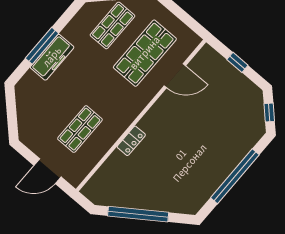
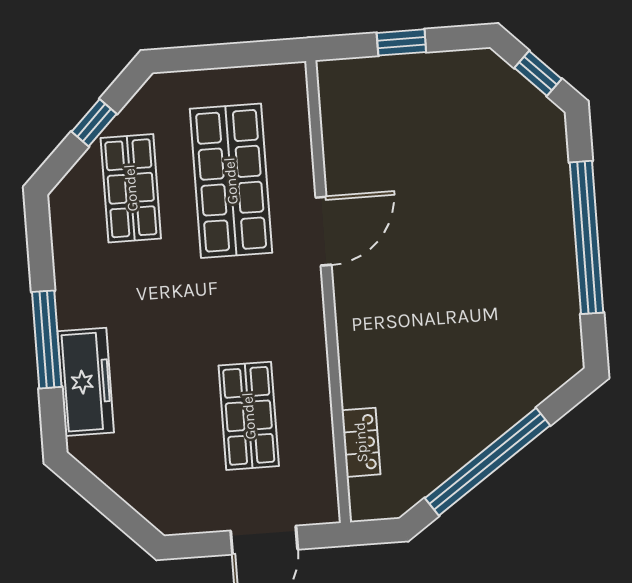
freezer: (52, 57) -> (86, 382), moved
door: (175, 76) -> (324, 231), moved
locker: (131, 141) -> (361, 442), moved

